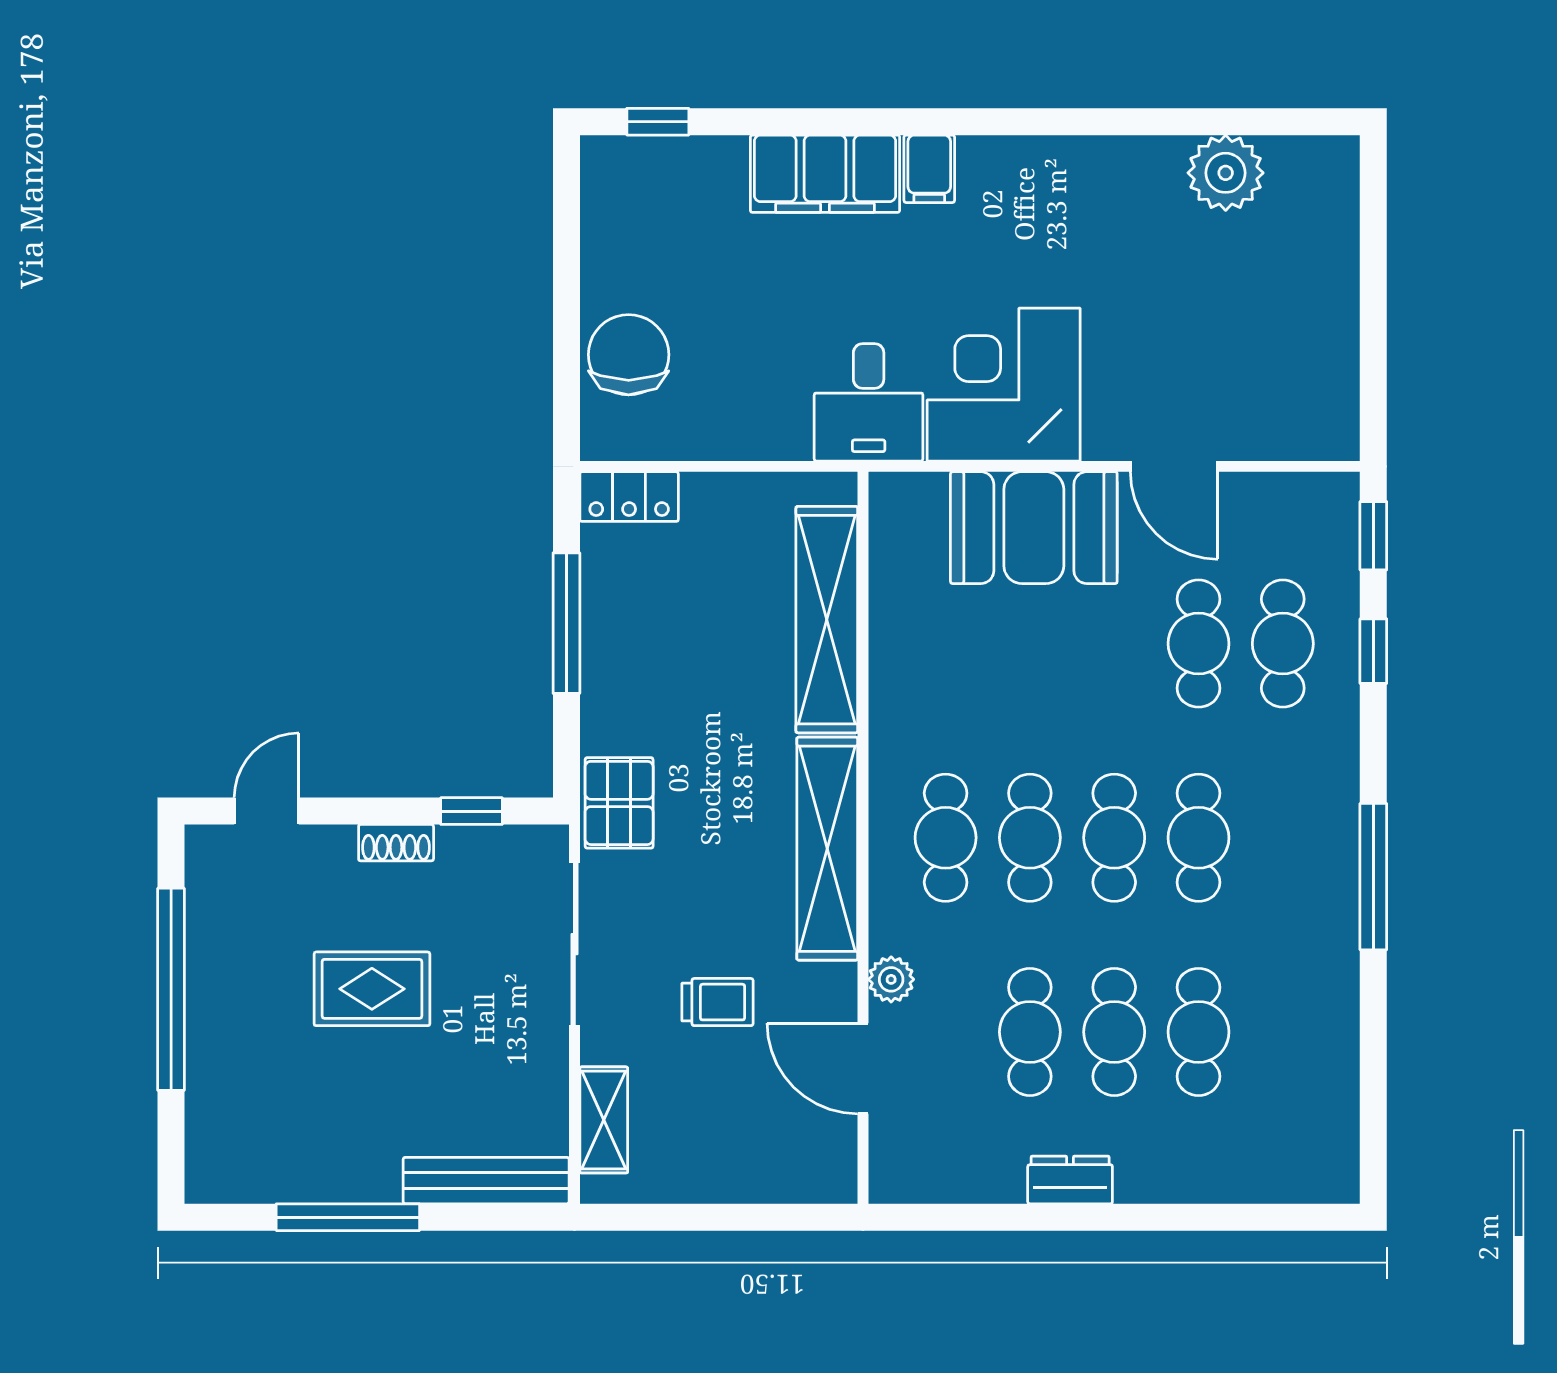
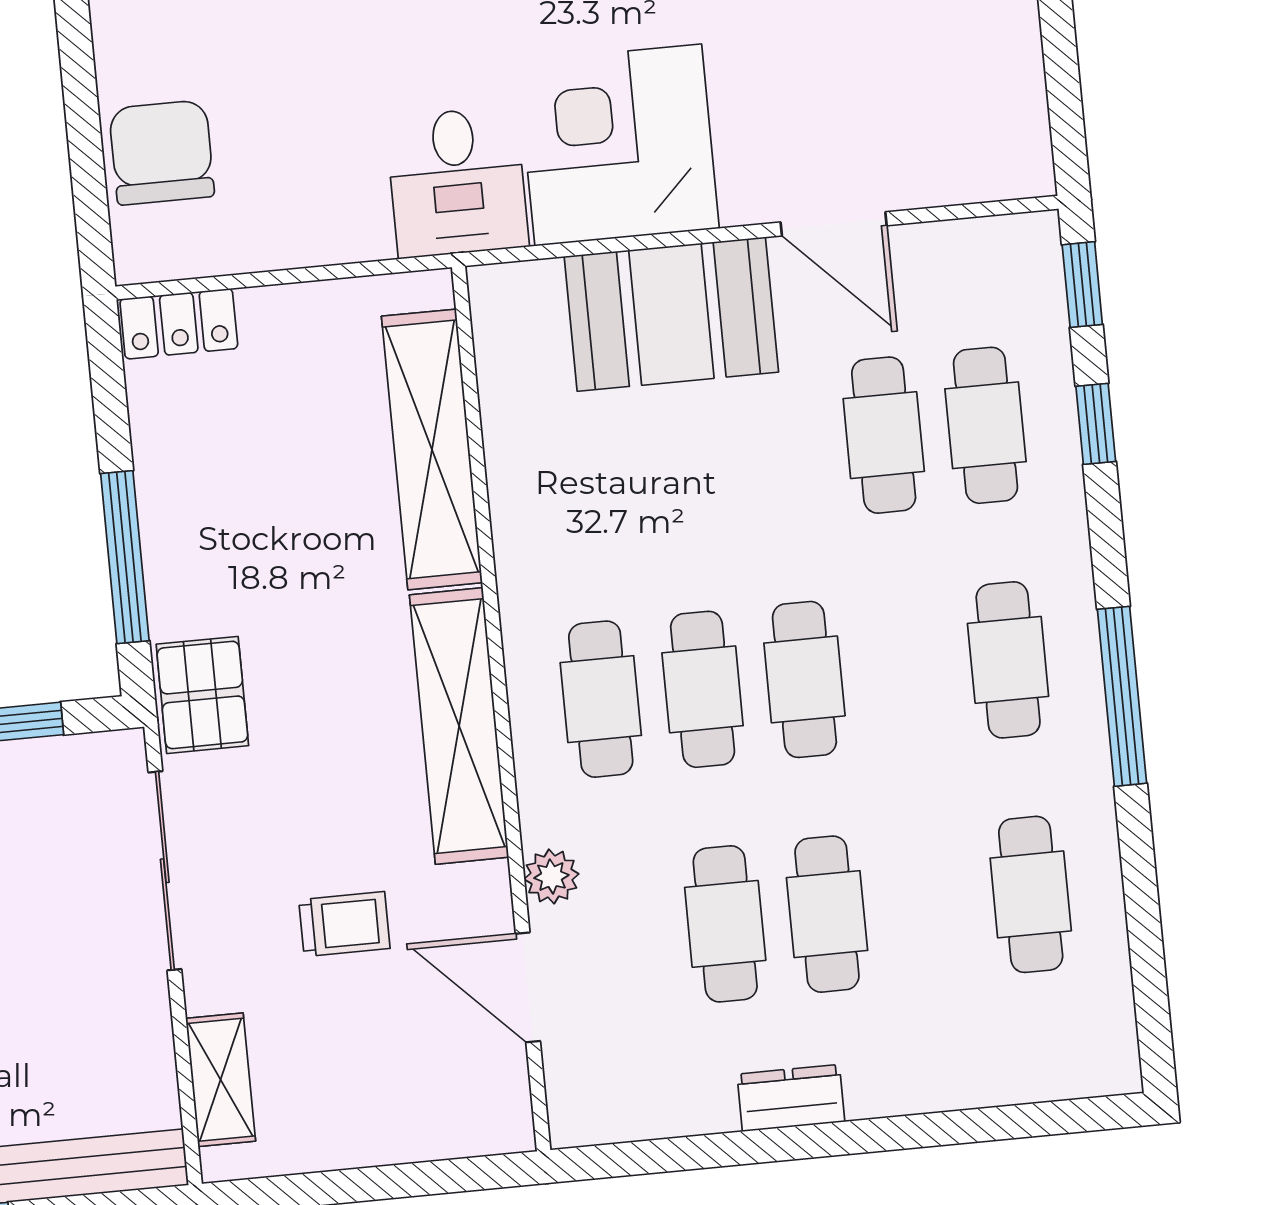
window: (566, 623) -> (125, 557), moved
cafe table: (1198, 838) -> (1008, 660), moved
cafe table: (1198, 1032) -> (1031, 894), moved

